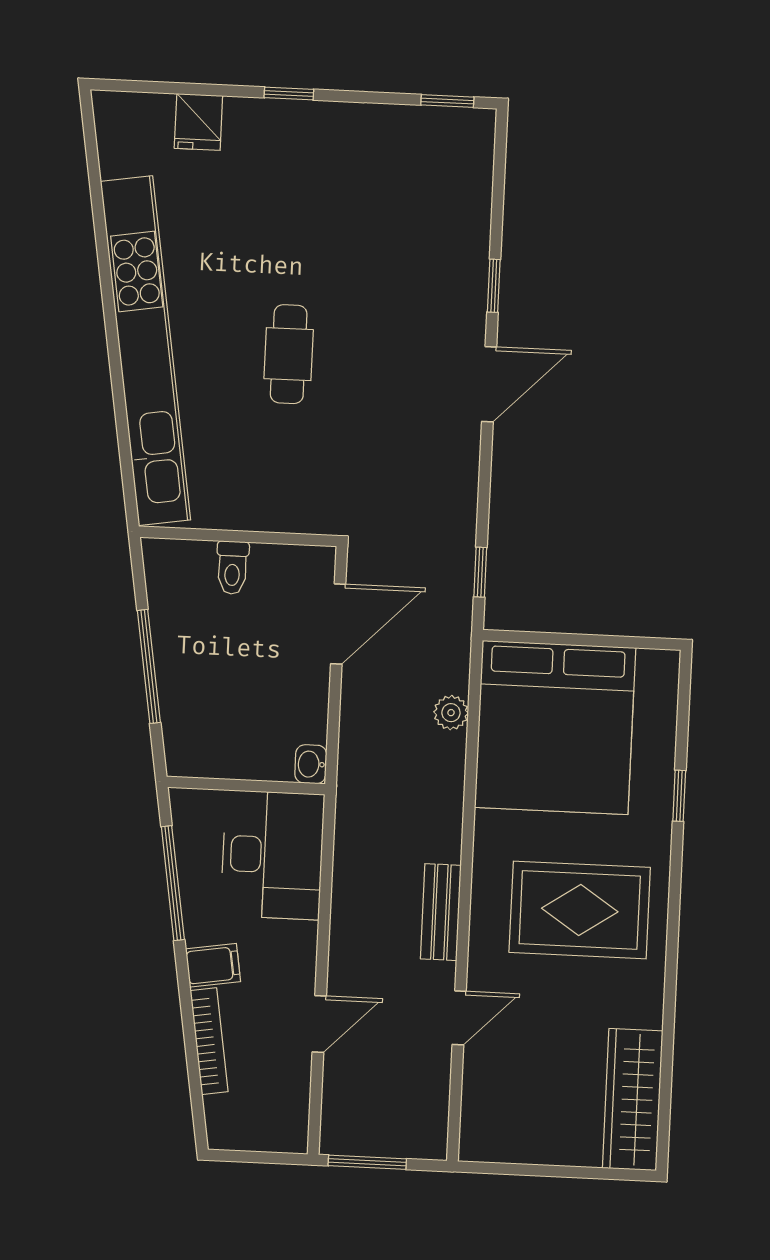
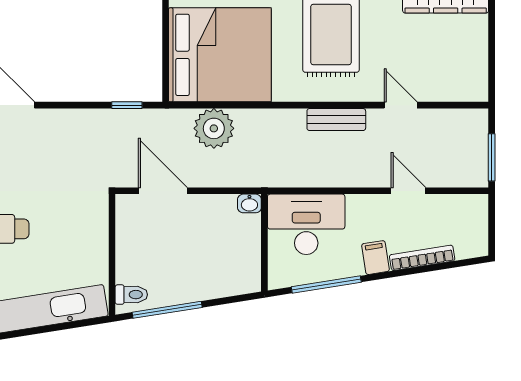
toilet: (232, 568) -> (131, 295), moved
window: (149, 666) -> (167, 310), moved
plant: (451, 713) -> (214, 128), width x1.88, depth x1.88

